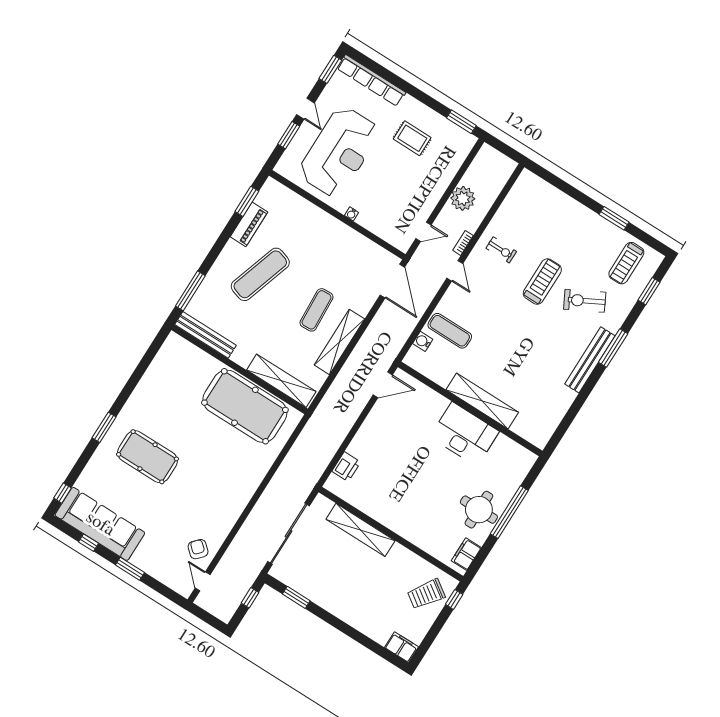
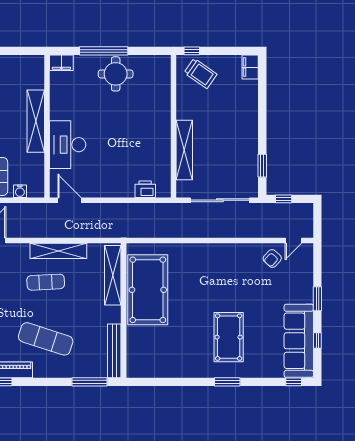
desk: (465, 434) -> (68, 145), moved
filing cabinet: (466, 554) -> (61, 63), moved

